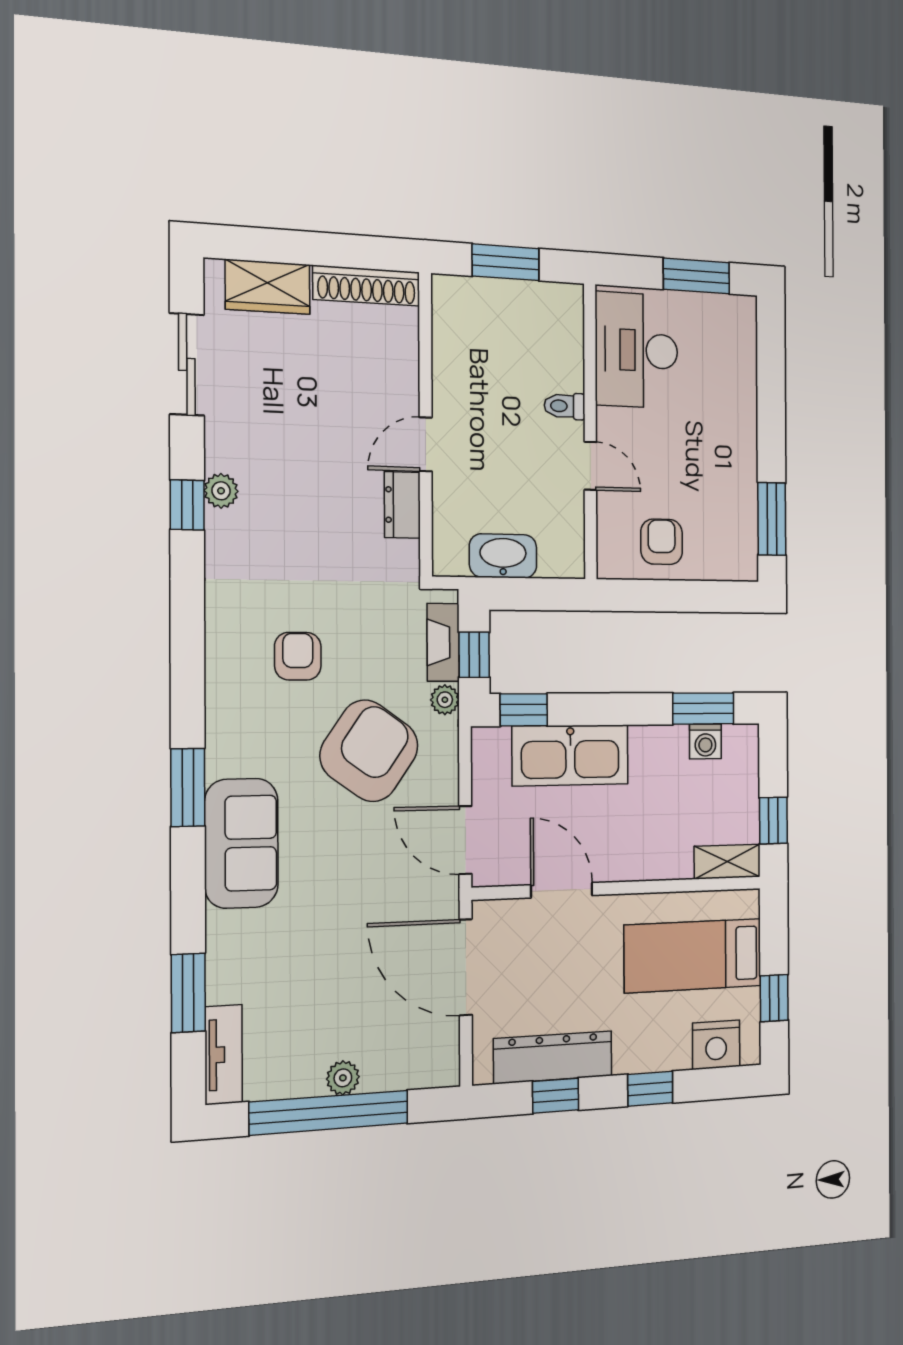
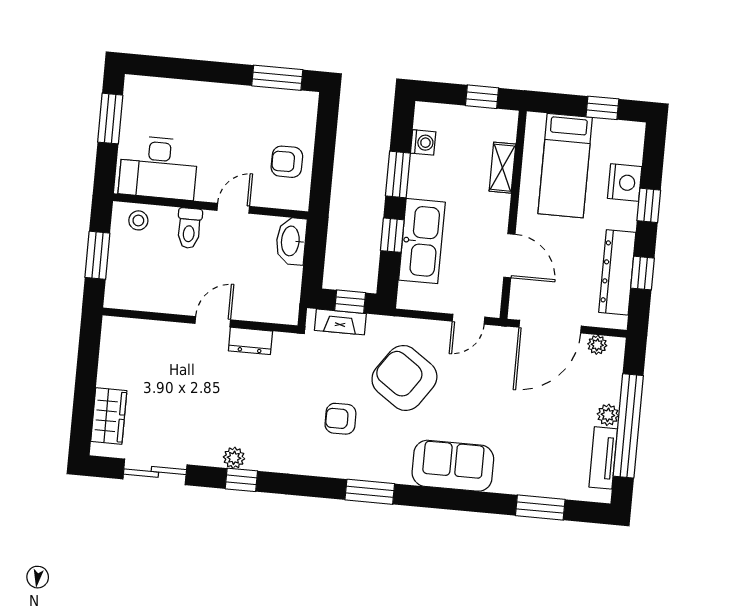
shoe rack: (367, 286) -> (110, 351), removed
stool: (561, 323) -> (138, 220), added
toilet: (565, 406) -> (189, 228), width x1.37, depth x1.39
door: (426, 444) -> (213, 322), swing flipped
washbasin: (503, 556) -> (291, 241), moved
plant: (445, 700) -> (597, 345), moved
window: (703, 709) -> (398, 175), moved
window: (524, 710) -> (392, 235), moved
window: (188, 787) -> (370, 492), moved
door: (465, 840) -> (469, 319), width x0.73
shelving: (727, 862) -> (502, 168), moved
door: (562, 890) -> (509, 256), swing flipped
nightstand: (716, 1045) -> (625, 183), moved
tv unit: (224, 1055) -> (603, 458), moved, turned -90

